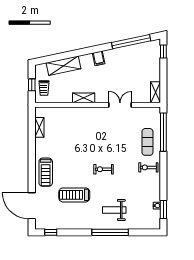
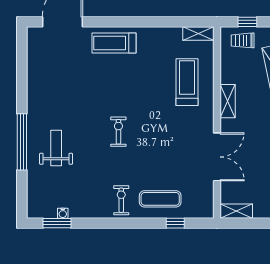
double door: (120, 105) -> (217, 157), width x1.37
shelving: (39, 127) -> (198, 33), moved
window: (163, 132) -> (175, 223), width x0.32
treadmill: (74, 195) -> (187, 82), moved
window: (51, 232) -> (22, 51), removed

